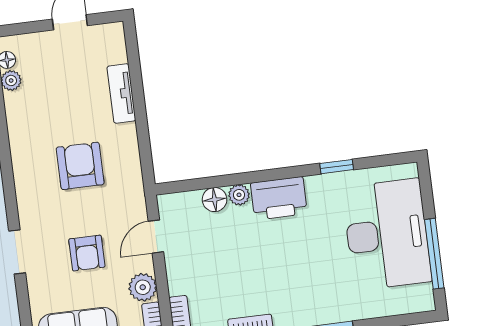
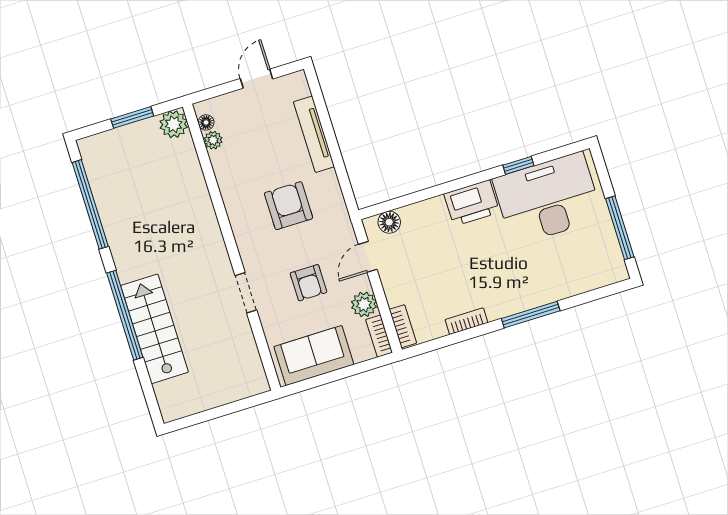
tv unit: (121, 94) -> (314, 134), width x1.41
plant: (239, 195) -> (435, 206), removed
floor lamp: (215, 200) -> (389, 222), moved
desk: (387, 234) -> (548, 199), moved, turned -90

